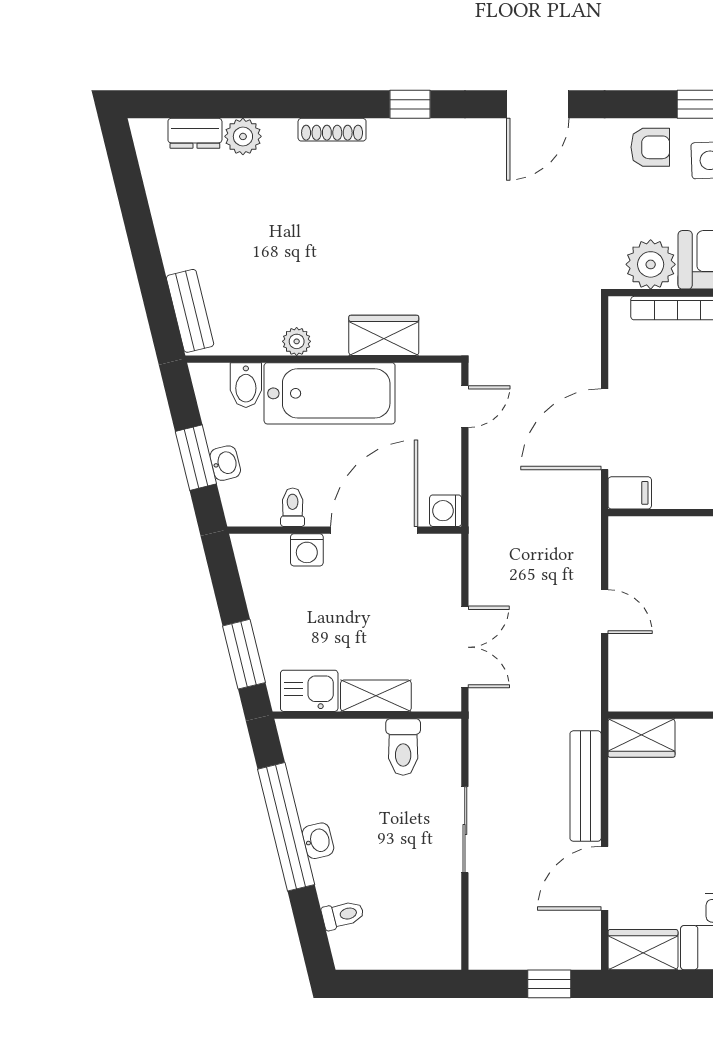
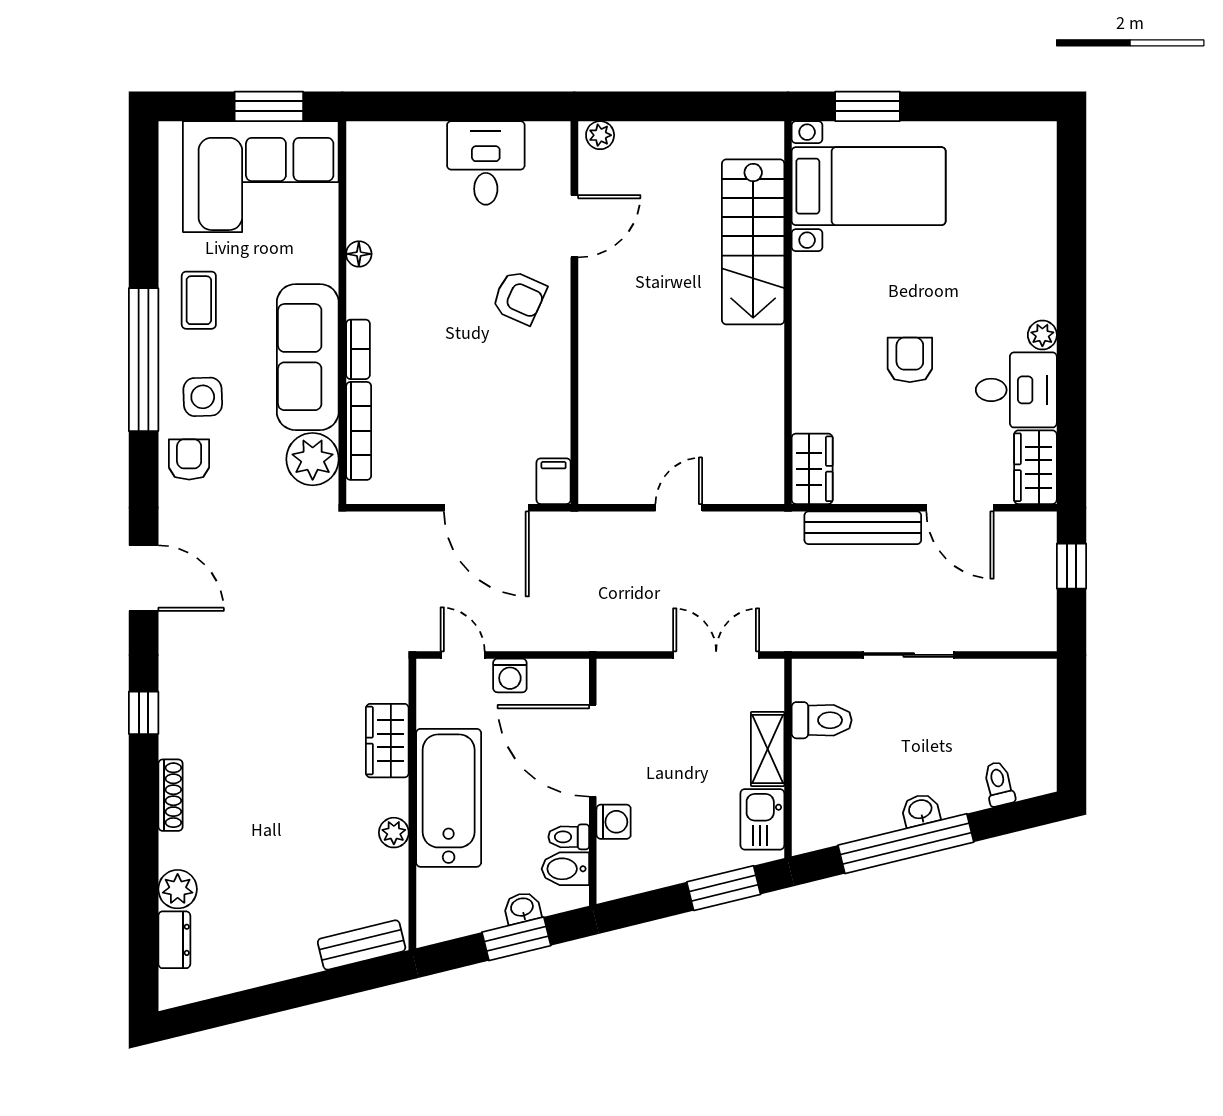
bidet: (246, 385) -> (565, 869), moved, turned 180
washing machine: (446, 511) -> (510, 675), moved

